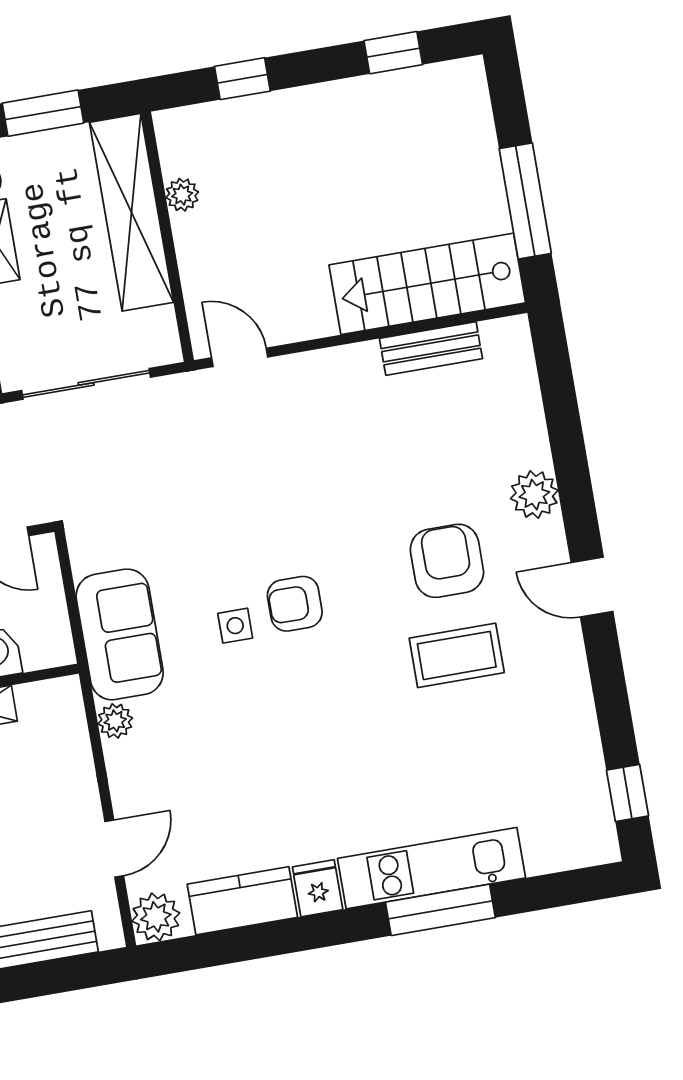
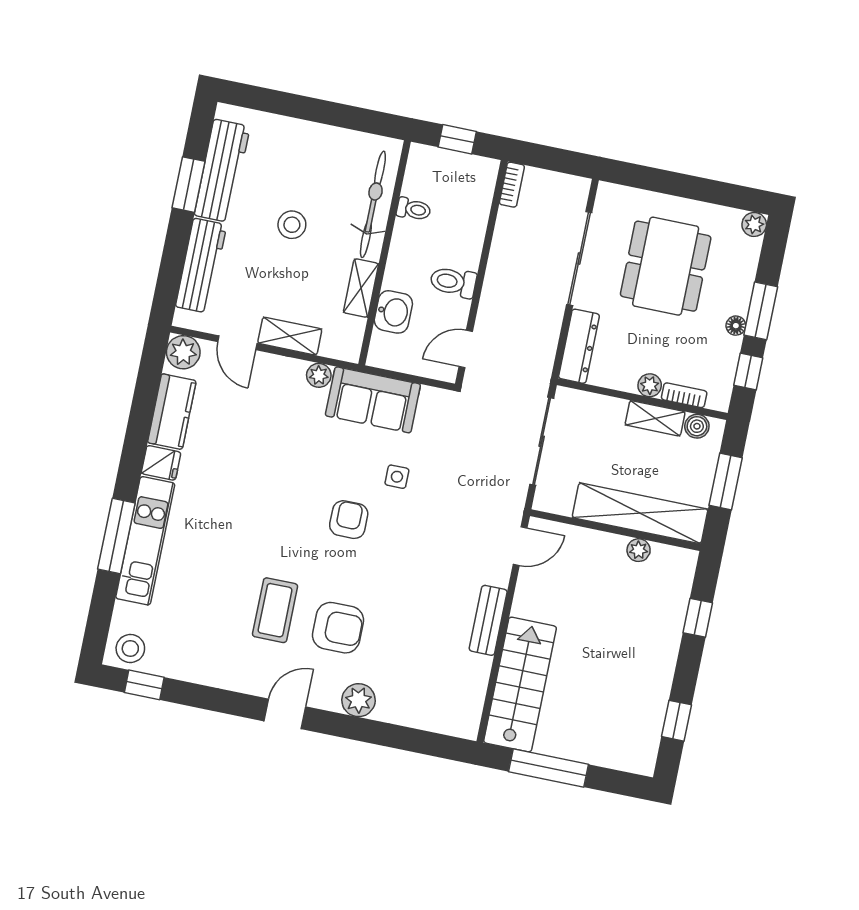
bench: (431, 348) -> (488, 620), moved
side table: (235, 626) -> (397, 477), moved
shelving: (77, 781) -> (290, 336), added
stool: (585, 831) -> (130, 649), added

